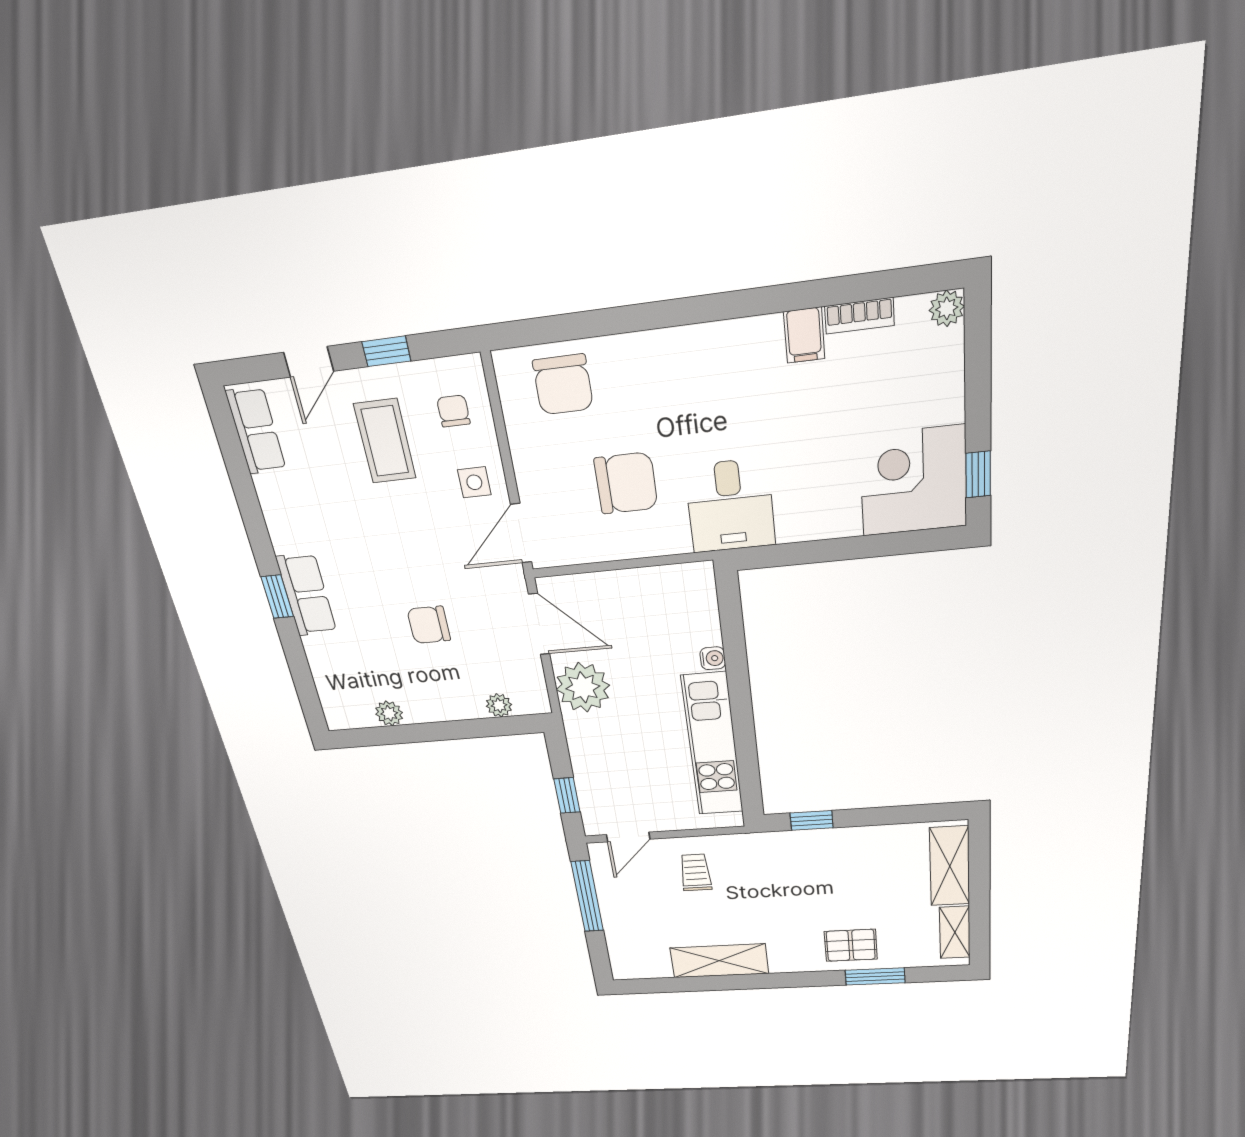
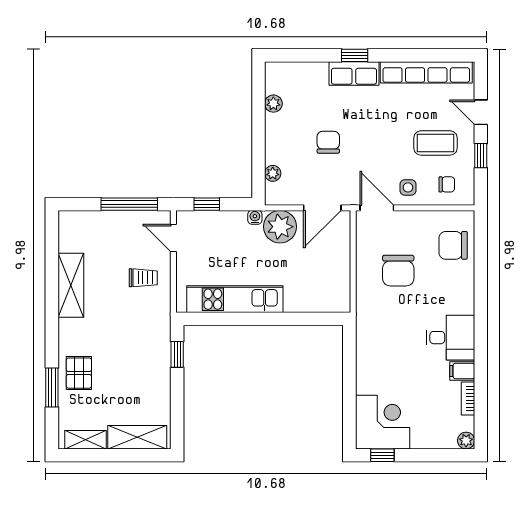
row of seats: (256, 431) -> (426, 72), width x2.02
desk: (730, 506) -> (450, 338), moved, turned 180
water cooler: (713, 658) -> (255, 217), moved, turned 180

